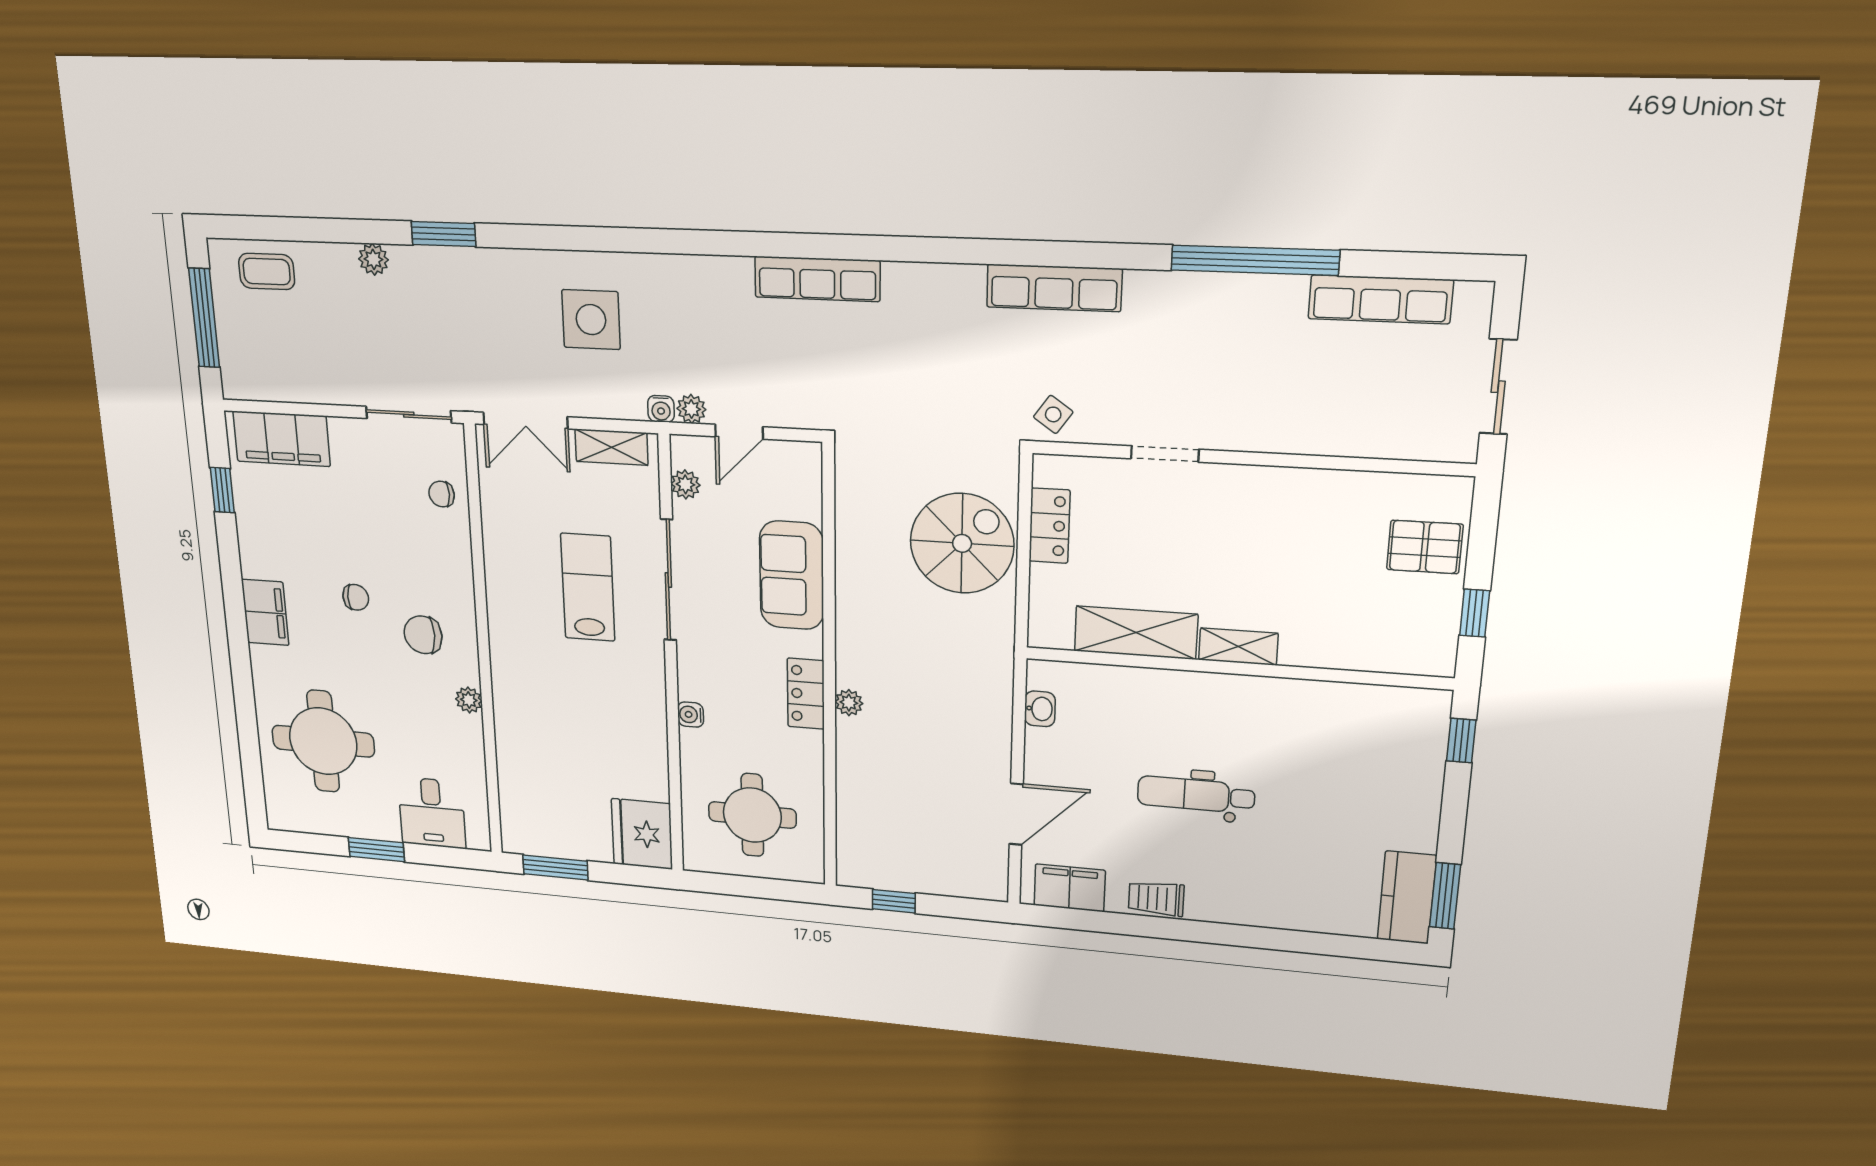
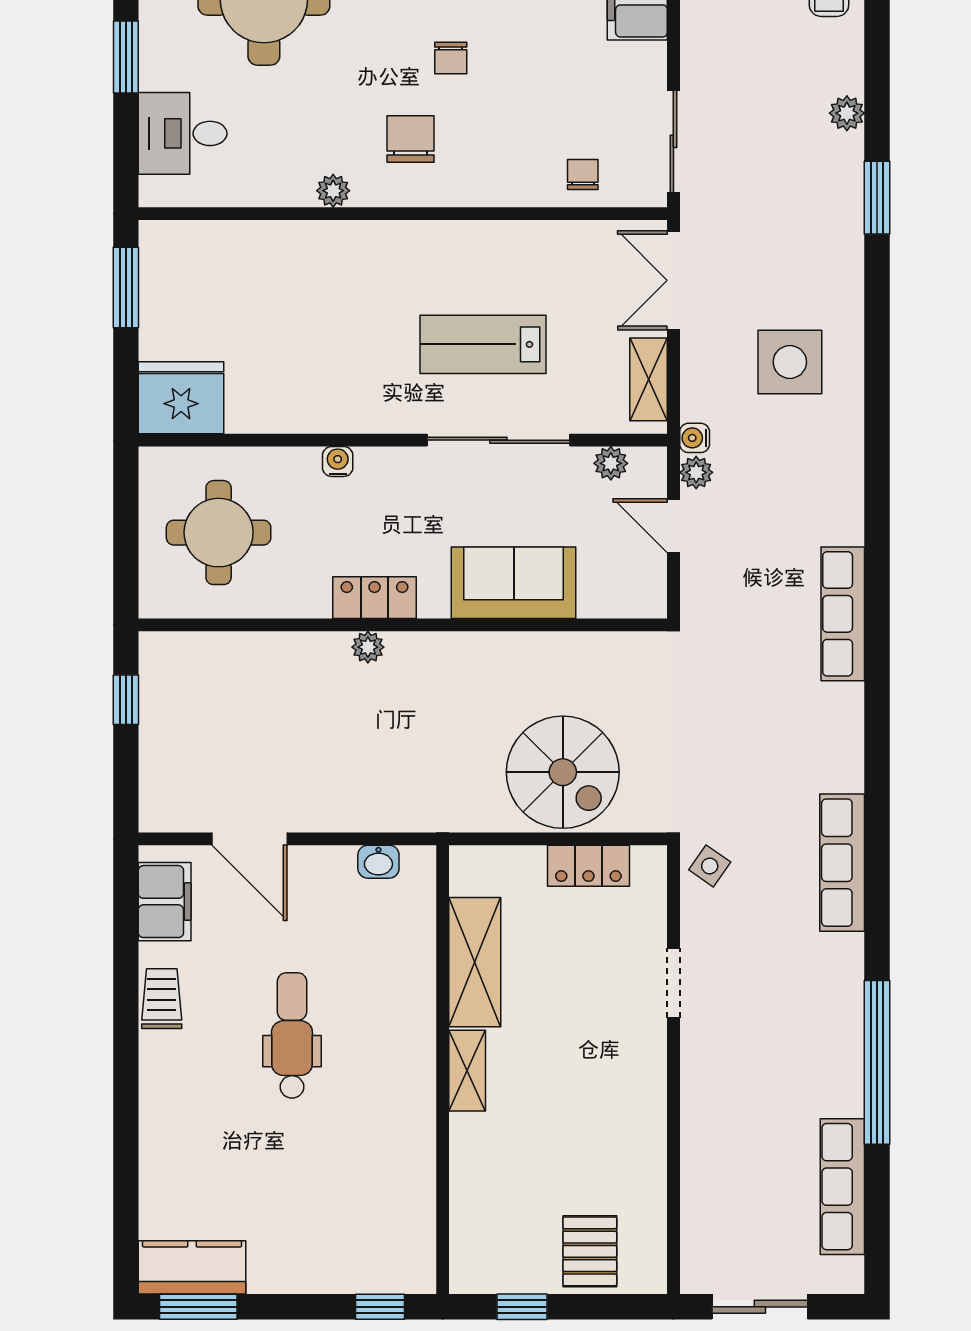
lab bench: (588, 587) -> (483, 344), turned 180

